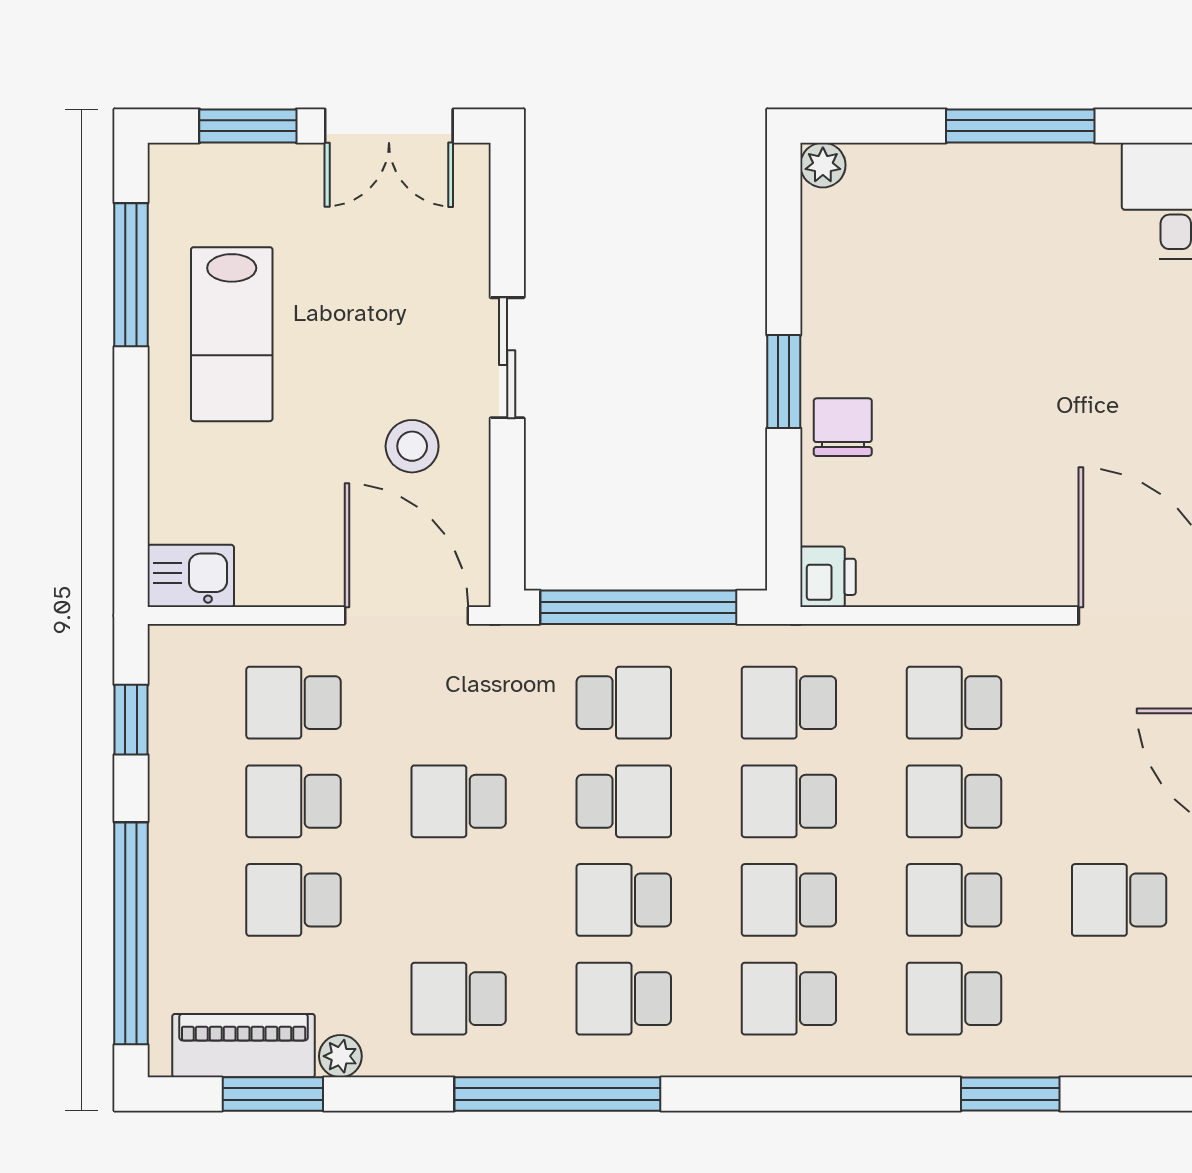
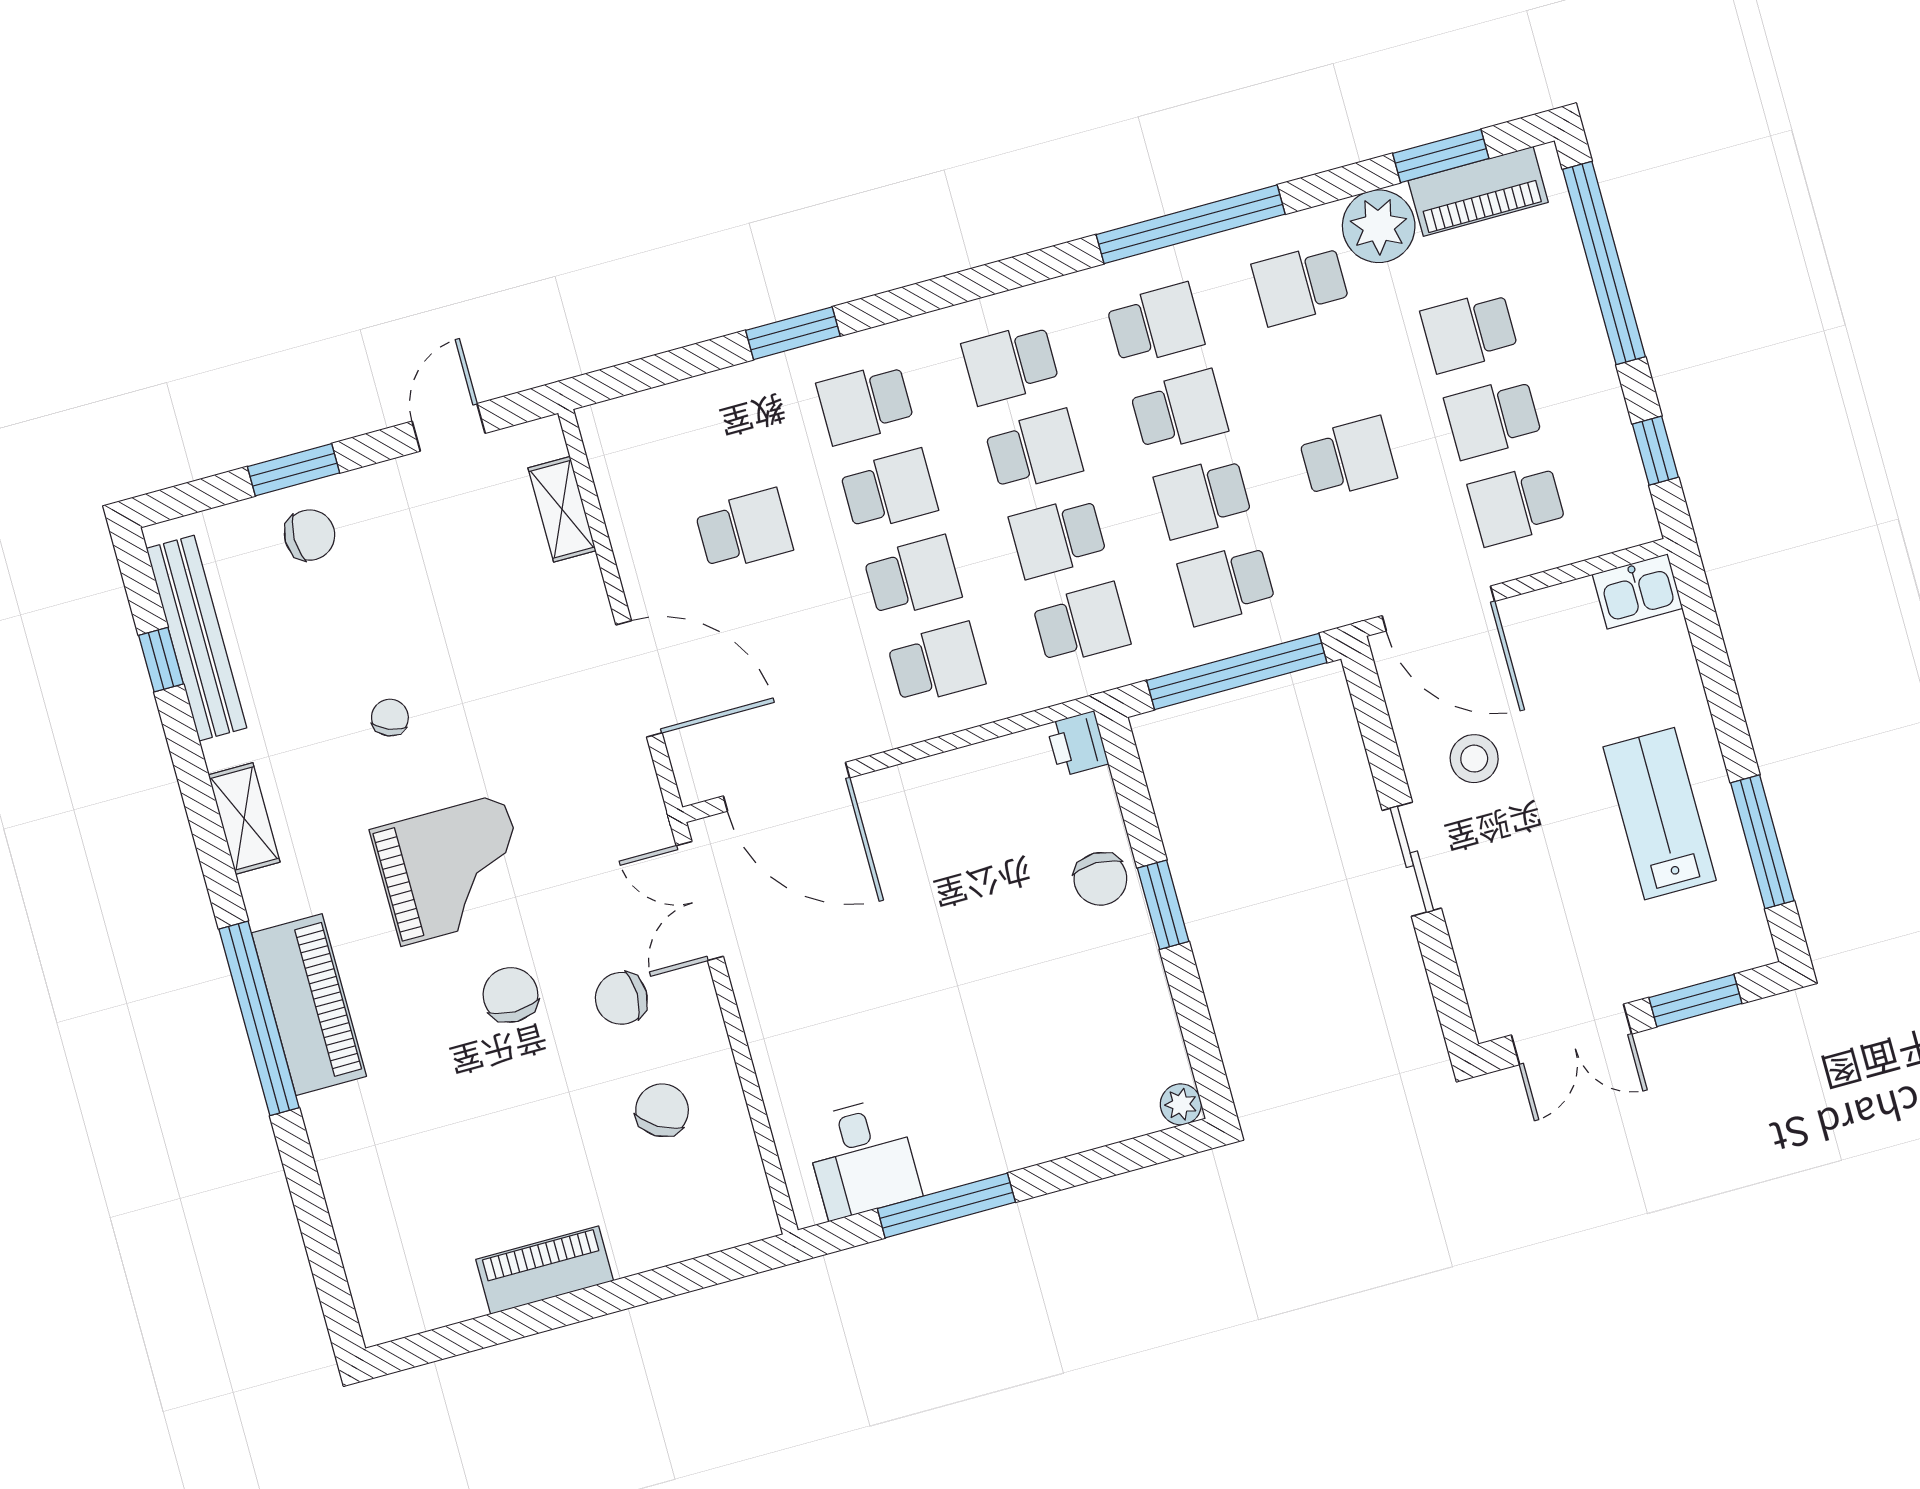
double door: (389, 126) -> (1571, 1034), swing flipped
window: (1020, 126) -> (946, 1205), moved
school desk: (294, 703) -> (1517, 505), turned 180
school desk: (294, 801) -> (1493, 418), turned 180
school desk: (789, 801) -> (1058, 537), turned 180
school desk: (294, 900) -> (1469, 331), turned 180
school desk: (459, 999) -> (1300, 284), turned 180
school desk: (789, 999) -> (1010, 364), turned 180
school desk: (954, 999) -> (865, 403), turned 180
plant: (340, 1056) -> (1379, 226), width x1.87, depth x1.87

